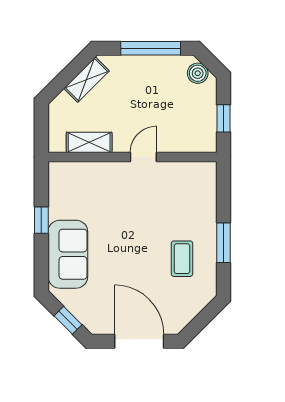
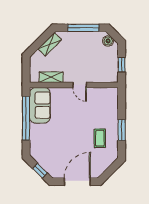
door: (143, 157) -> (80, 85), swing flipped
window: (41, 220) -> (26, 118), width x3.17
sofa: (68, 254) -> (40, 105), moved
door: (139, 341) -> (77, 182), hinge flipped

